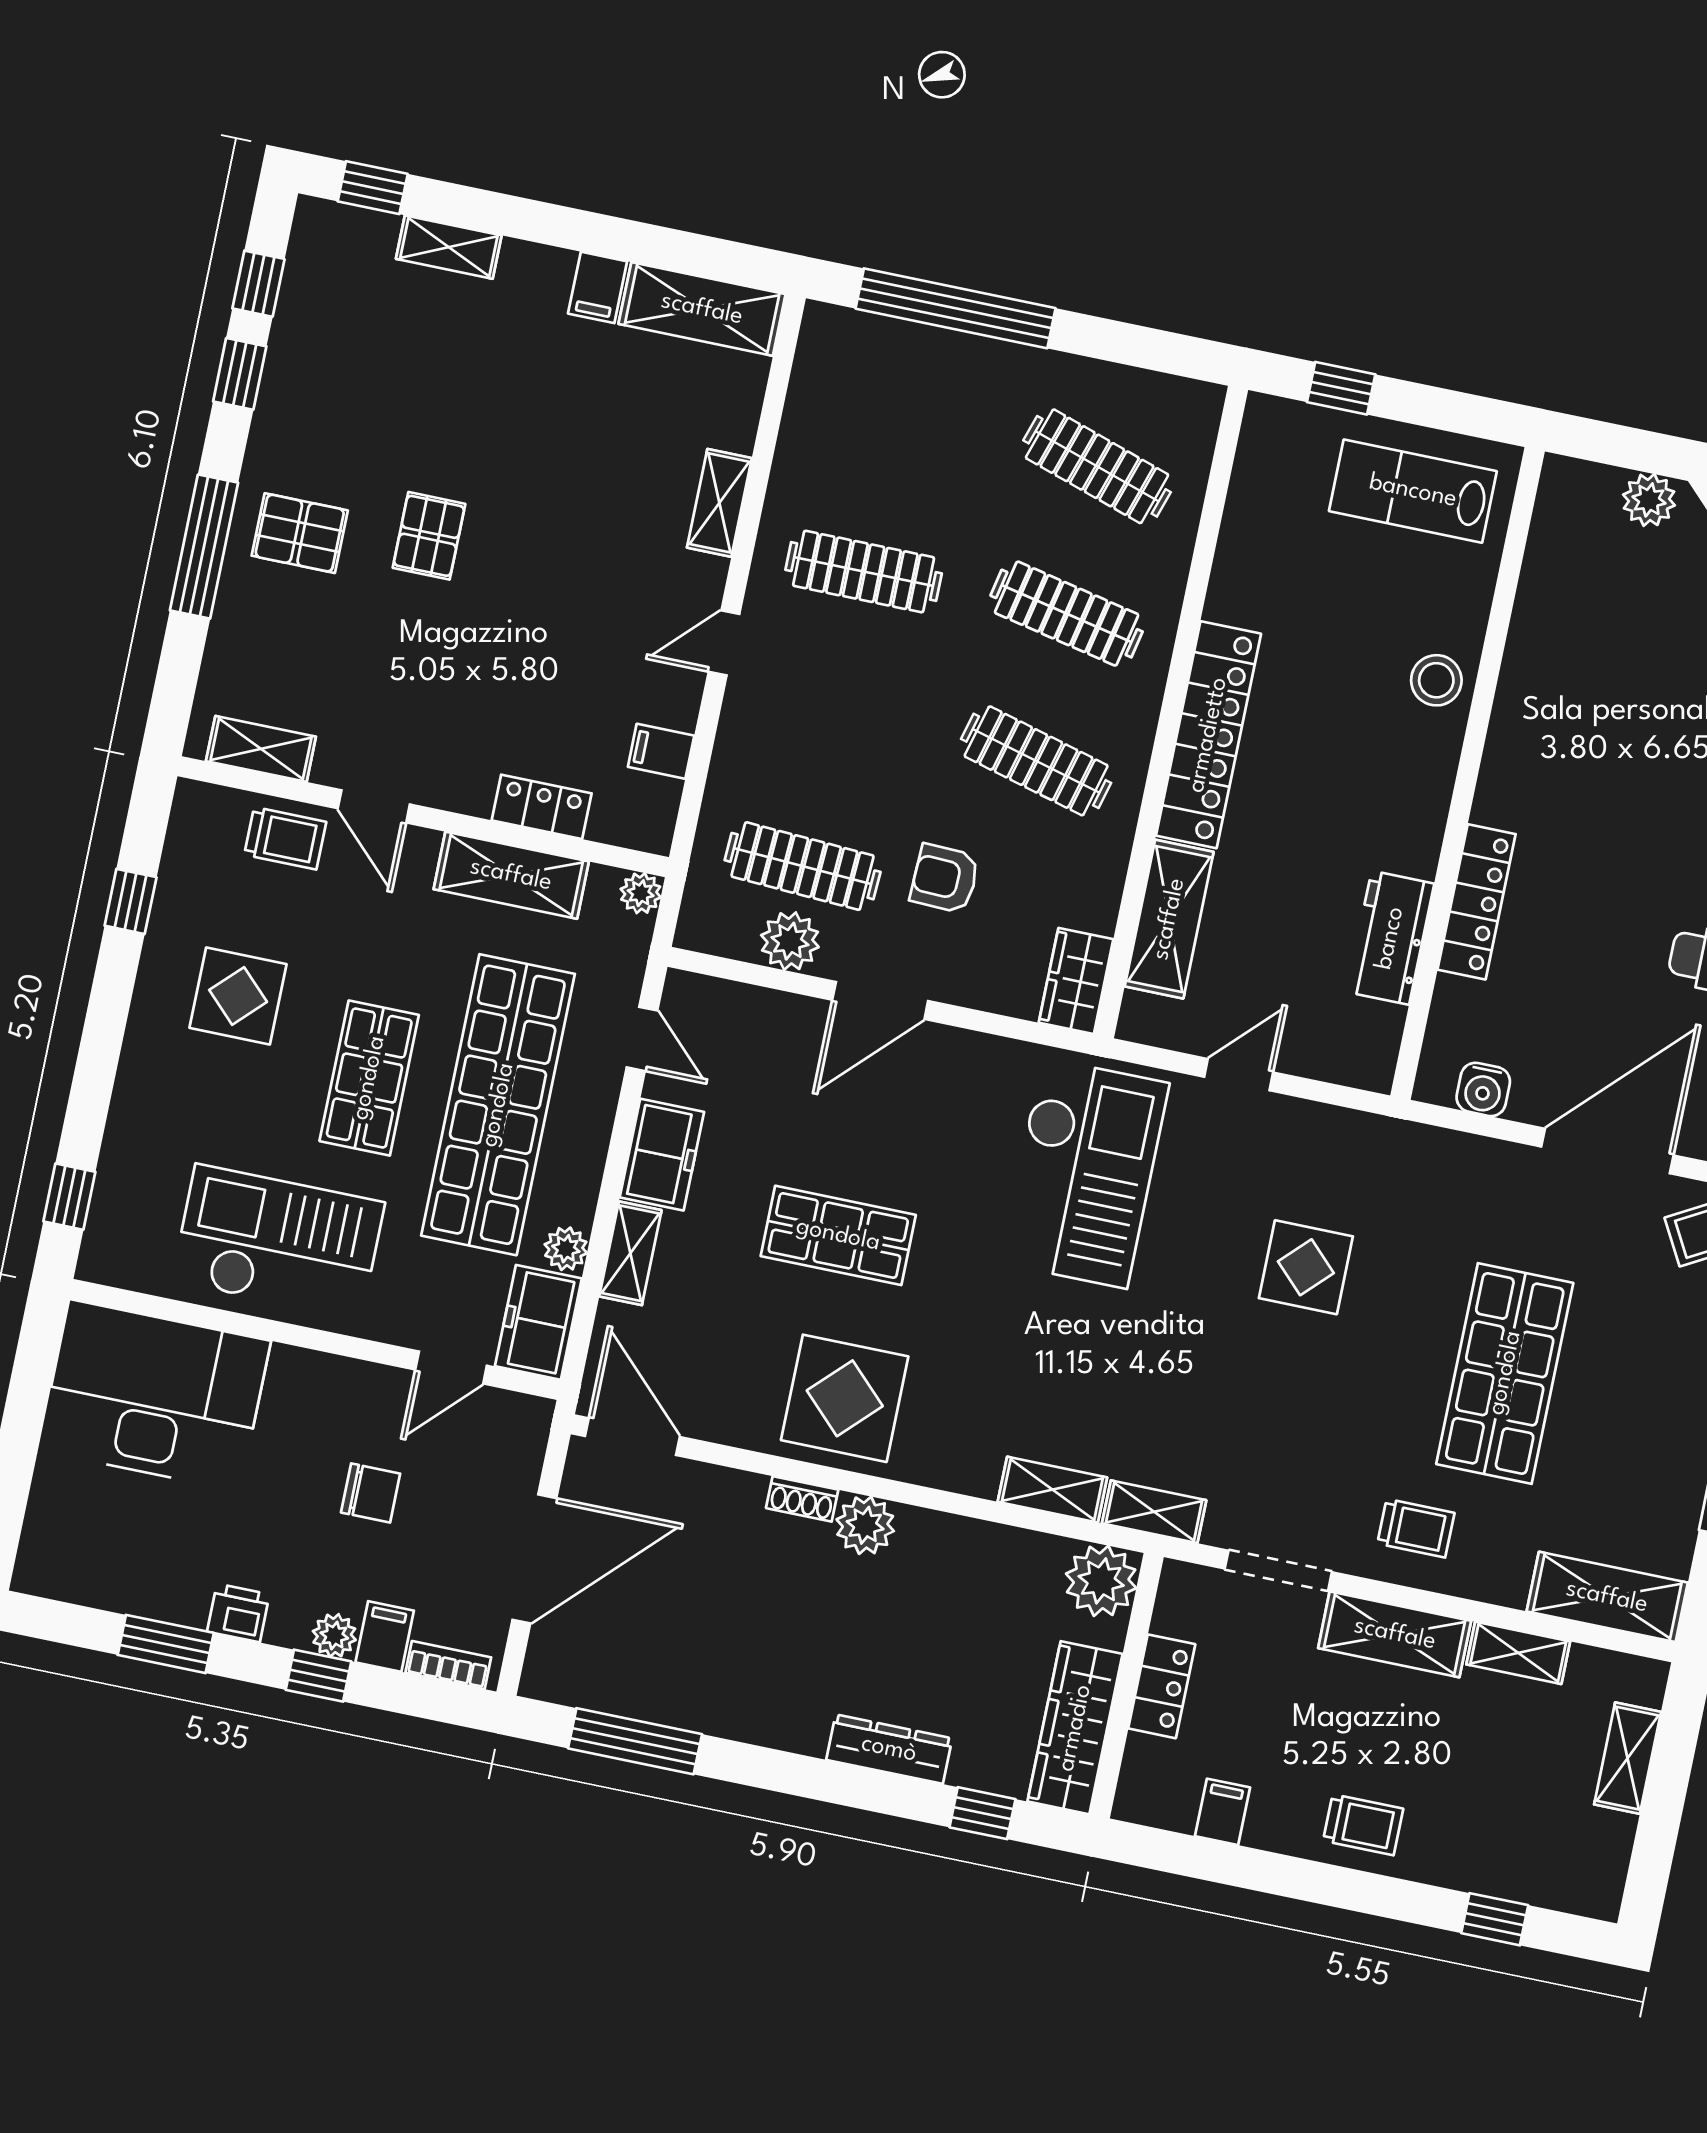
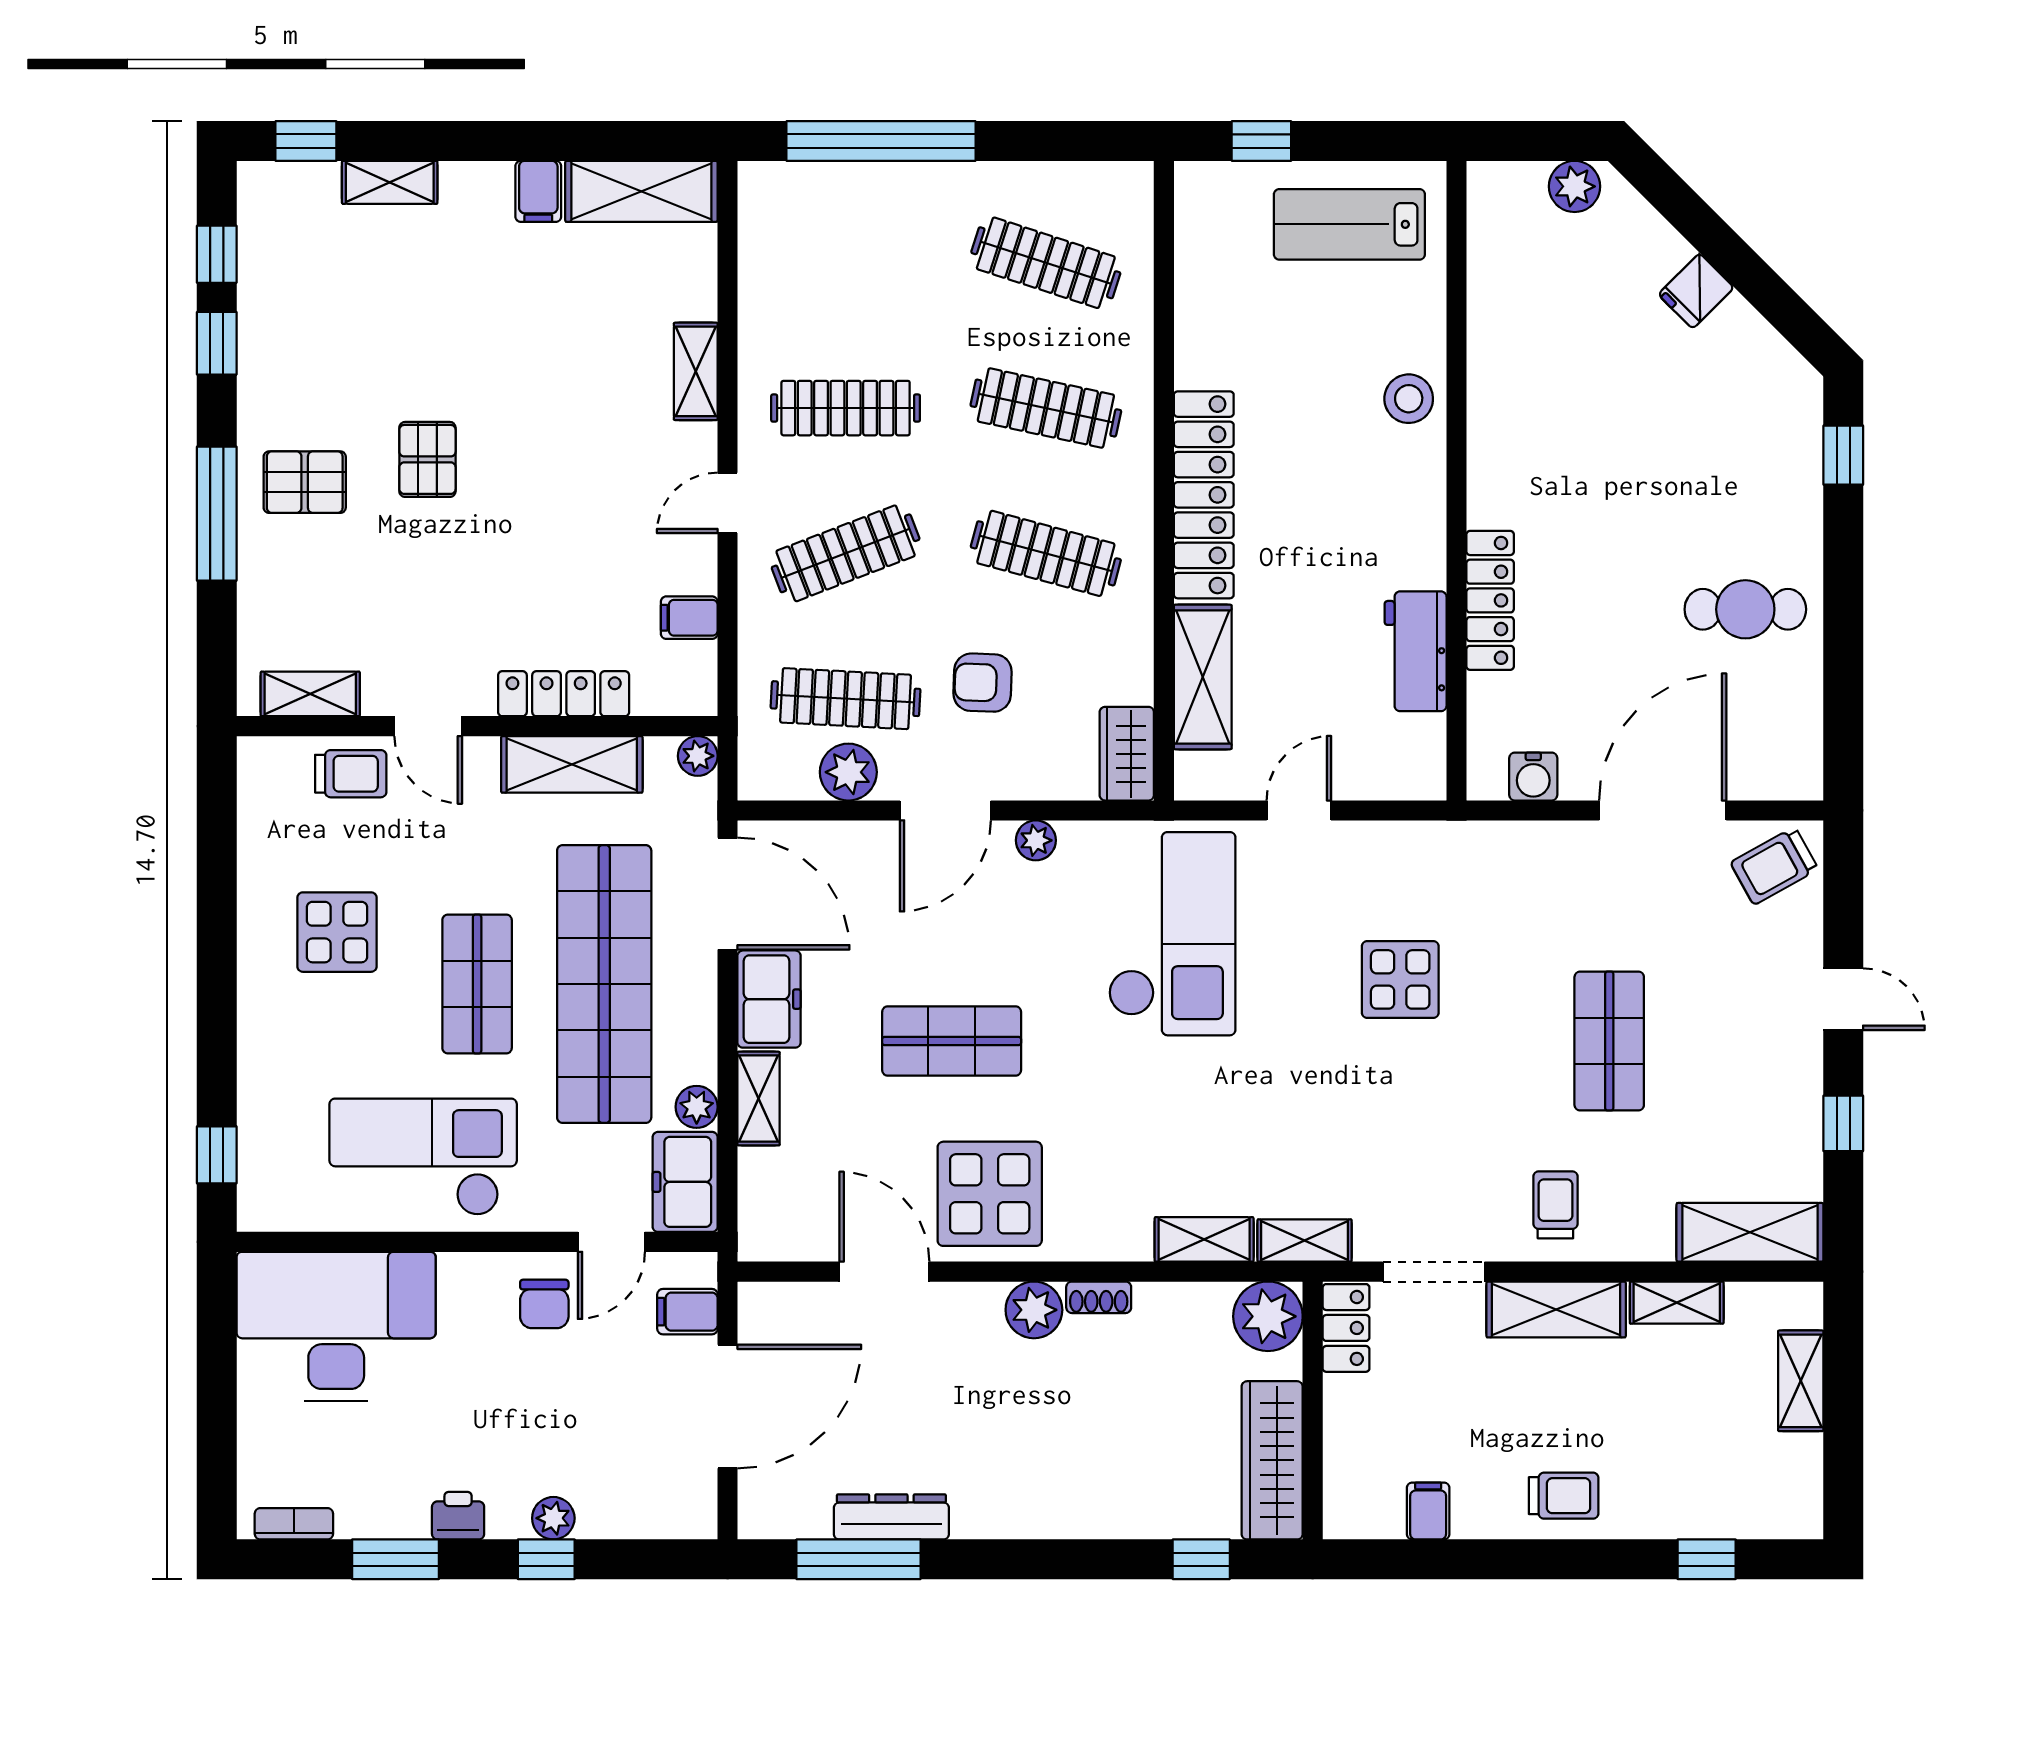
clothes rail: (833, 719) -> (846, 553), added
locker: (542, 807) -> (564, 694), width x1.53
window: (131, 901) -> (217, 864), removed
door: (642, 1039) -> (728, 894), width x1.88
plant: (966, 1050) -> (1036, 840), added
shop shelf: (1505, 1373) -> (1609, 1041), width x0.70, depth x0.74
door: (632, 1437) -> (884, 1272), moved
chair: (371, 1493) -> (544, 1304), moved, turned 90
shoe rack: (802, 1499) -> (1099, 1297), moved
trolley: (1416, 1528) -> (1555, 1205), turned -90
filing cabinet: (385, 1636) -> (687, 1312), moved, turned -90
bookcase: (448, 1665) -> (294, 1524), moved
locker: (1162, 1686) -> (1346, 1328), moved
dresser: (889, 1749) -> (891, 1517), moved

